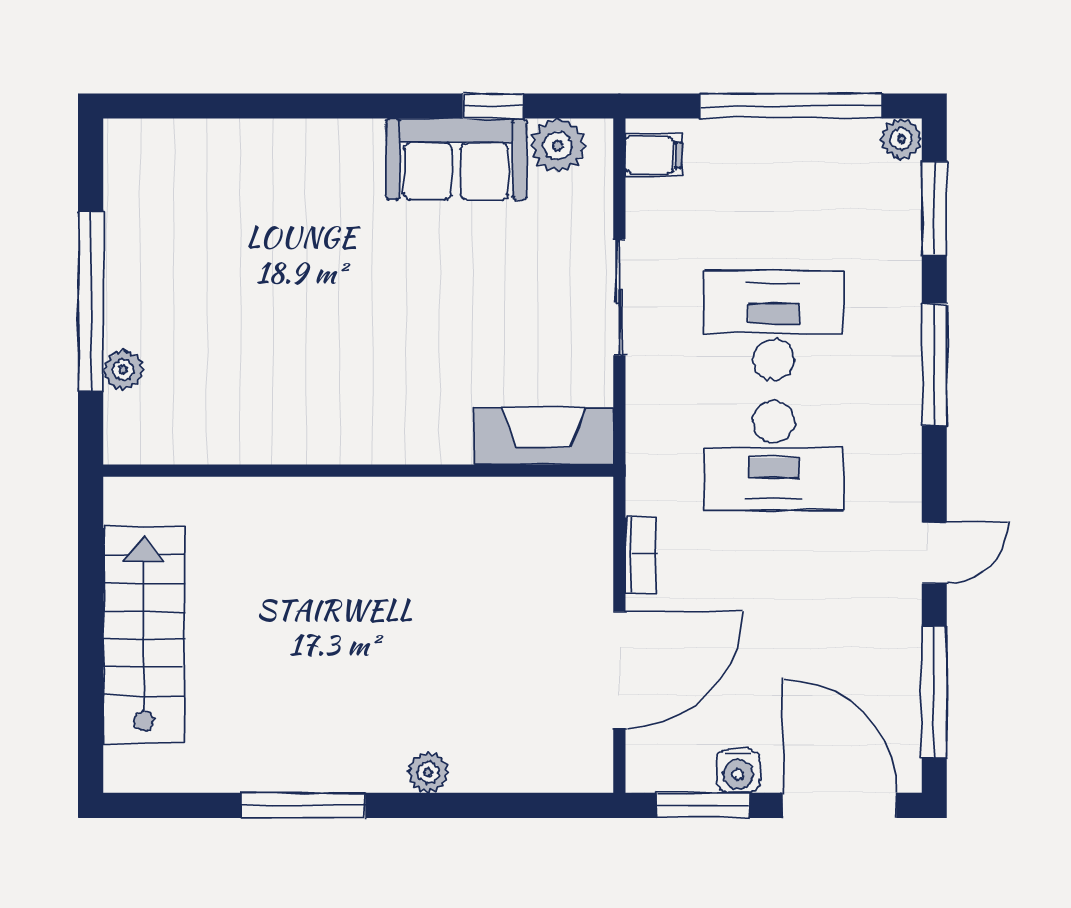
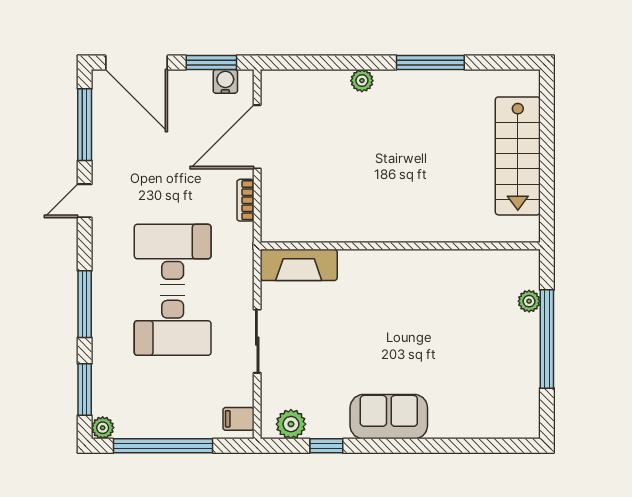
sofa: (456, 159) -> (389, 417), moved
water cooler: (738, 771) -> (225, 81), moved

